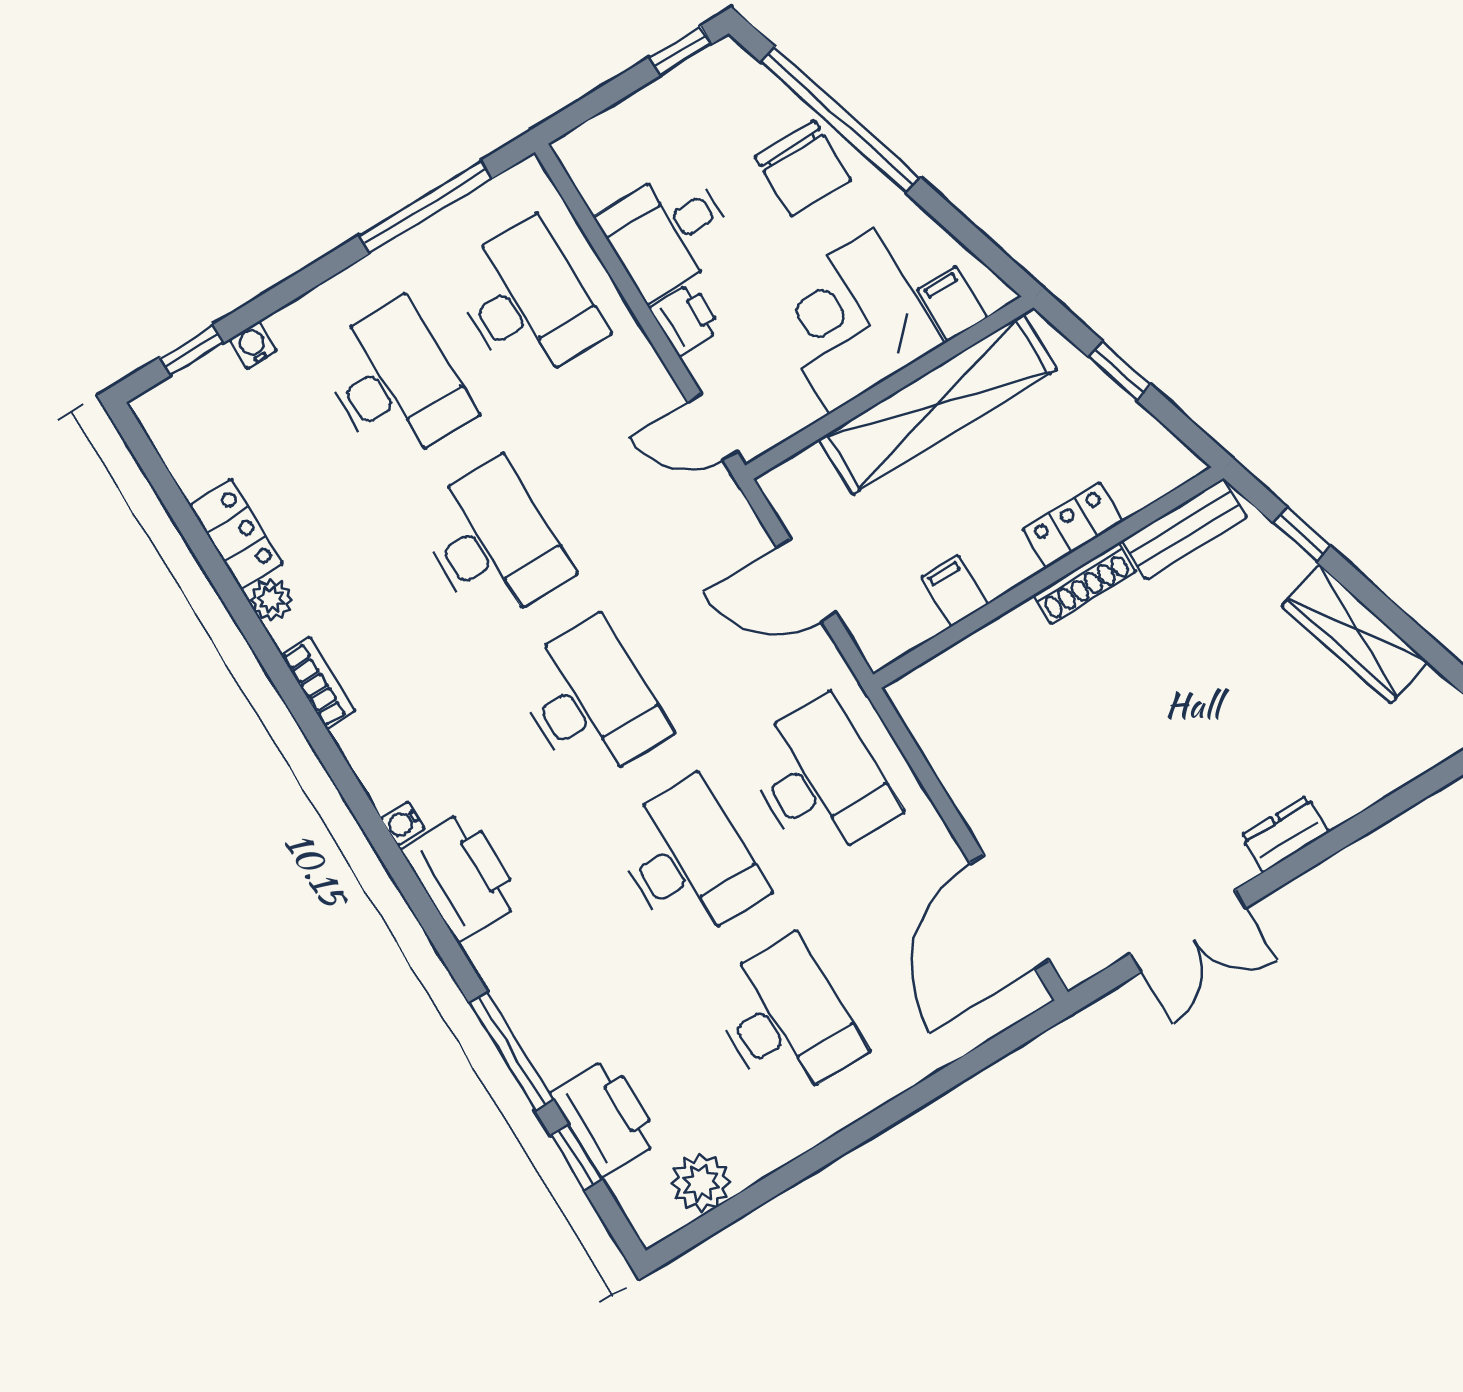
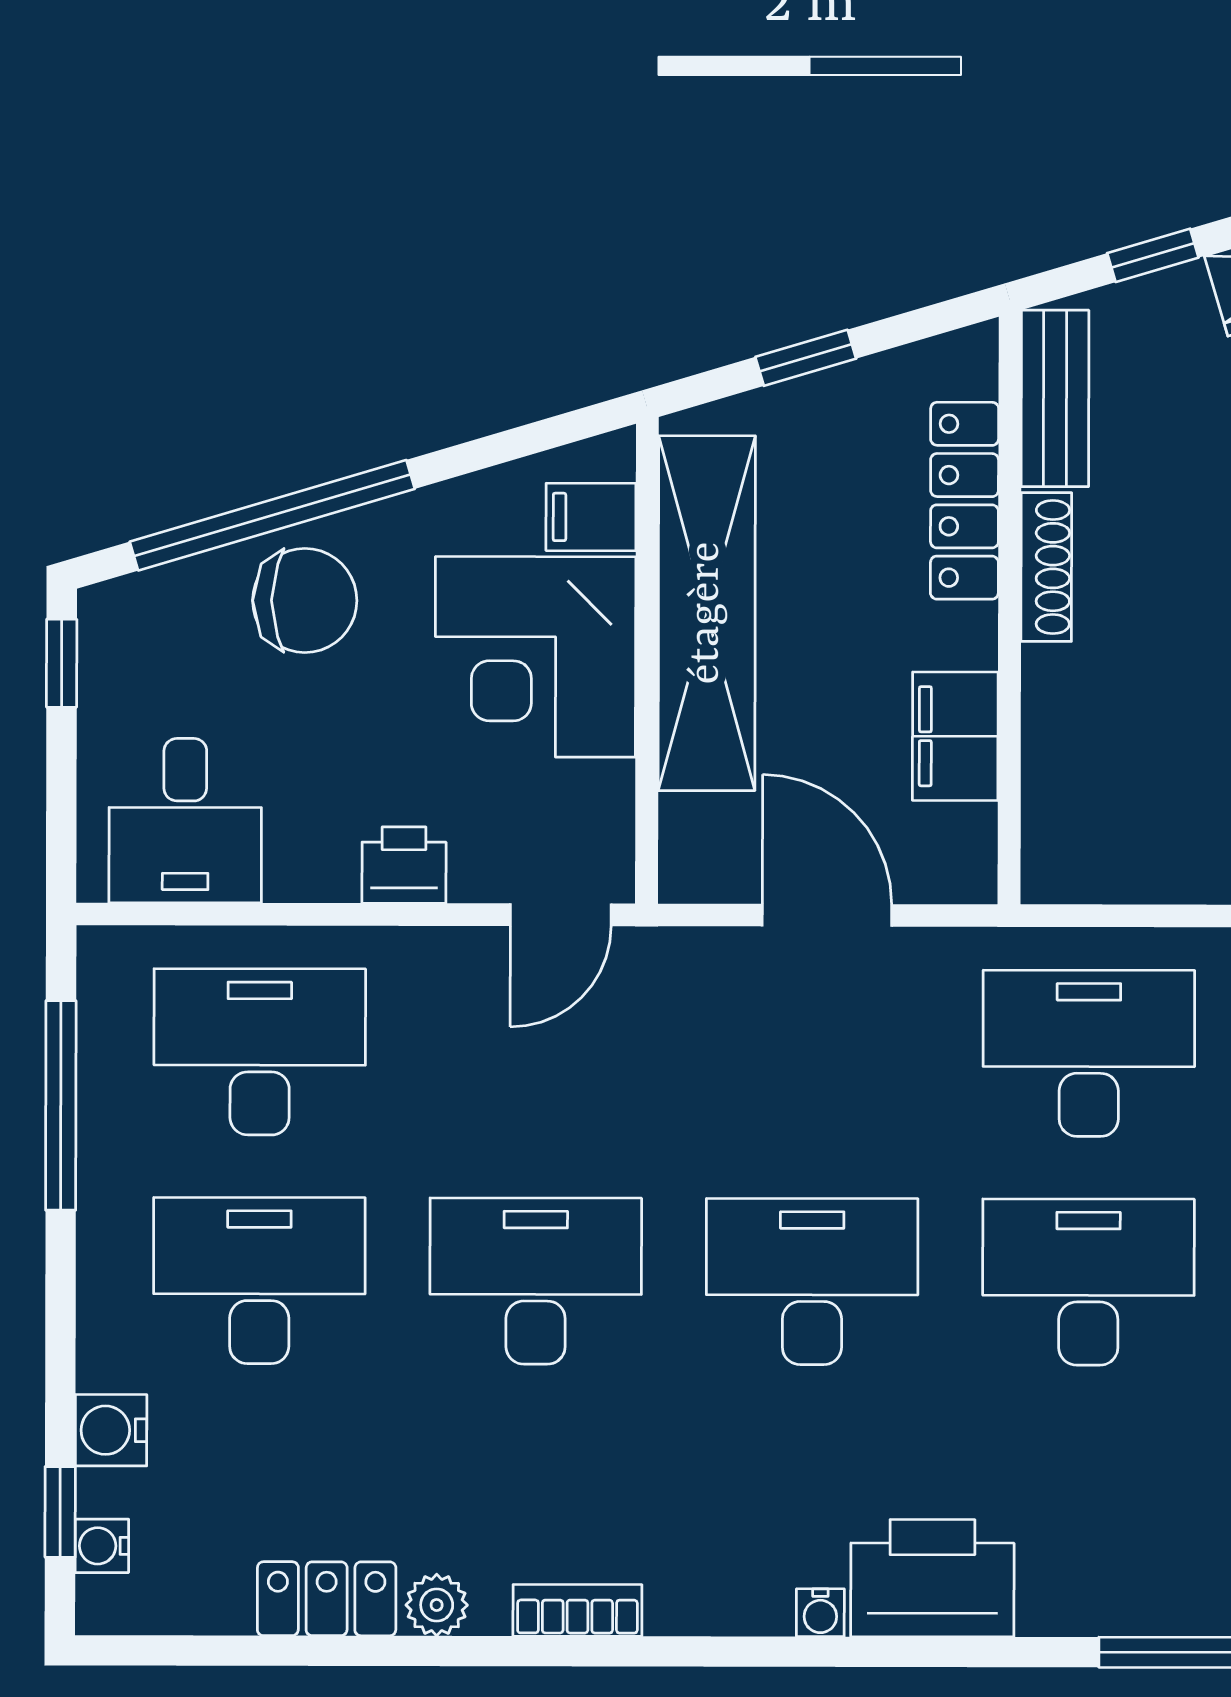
desk: (667, 232) -> (185, 821), moved
water cooler: (253, 345) -> (111, 1430), width x1.38, depth x1.38
water cooler: (187, 386) -> (102, 1546), added
locker: (1073, 525) -> (965, 501), width x1.53
door: (806, 580) -> (827, 915), swing flipped
filing cabinet: (955, 591) -> (955, 736), width x2.00

